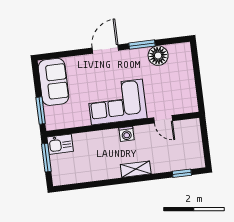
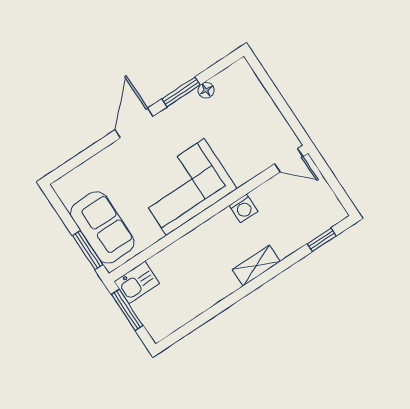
floor lamp: (158, 56) -> (206, 90), width x0.53, depth x0.53
sofa: (54, 82) -> (102, 227), moved
door: (163, 119) -> (289, 160), moved
washing machine: (126, 134) -> (243, 208), moved

